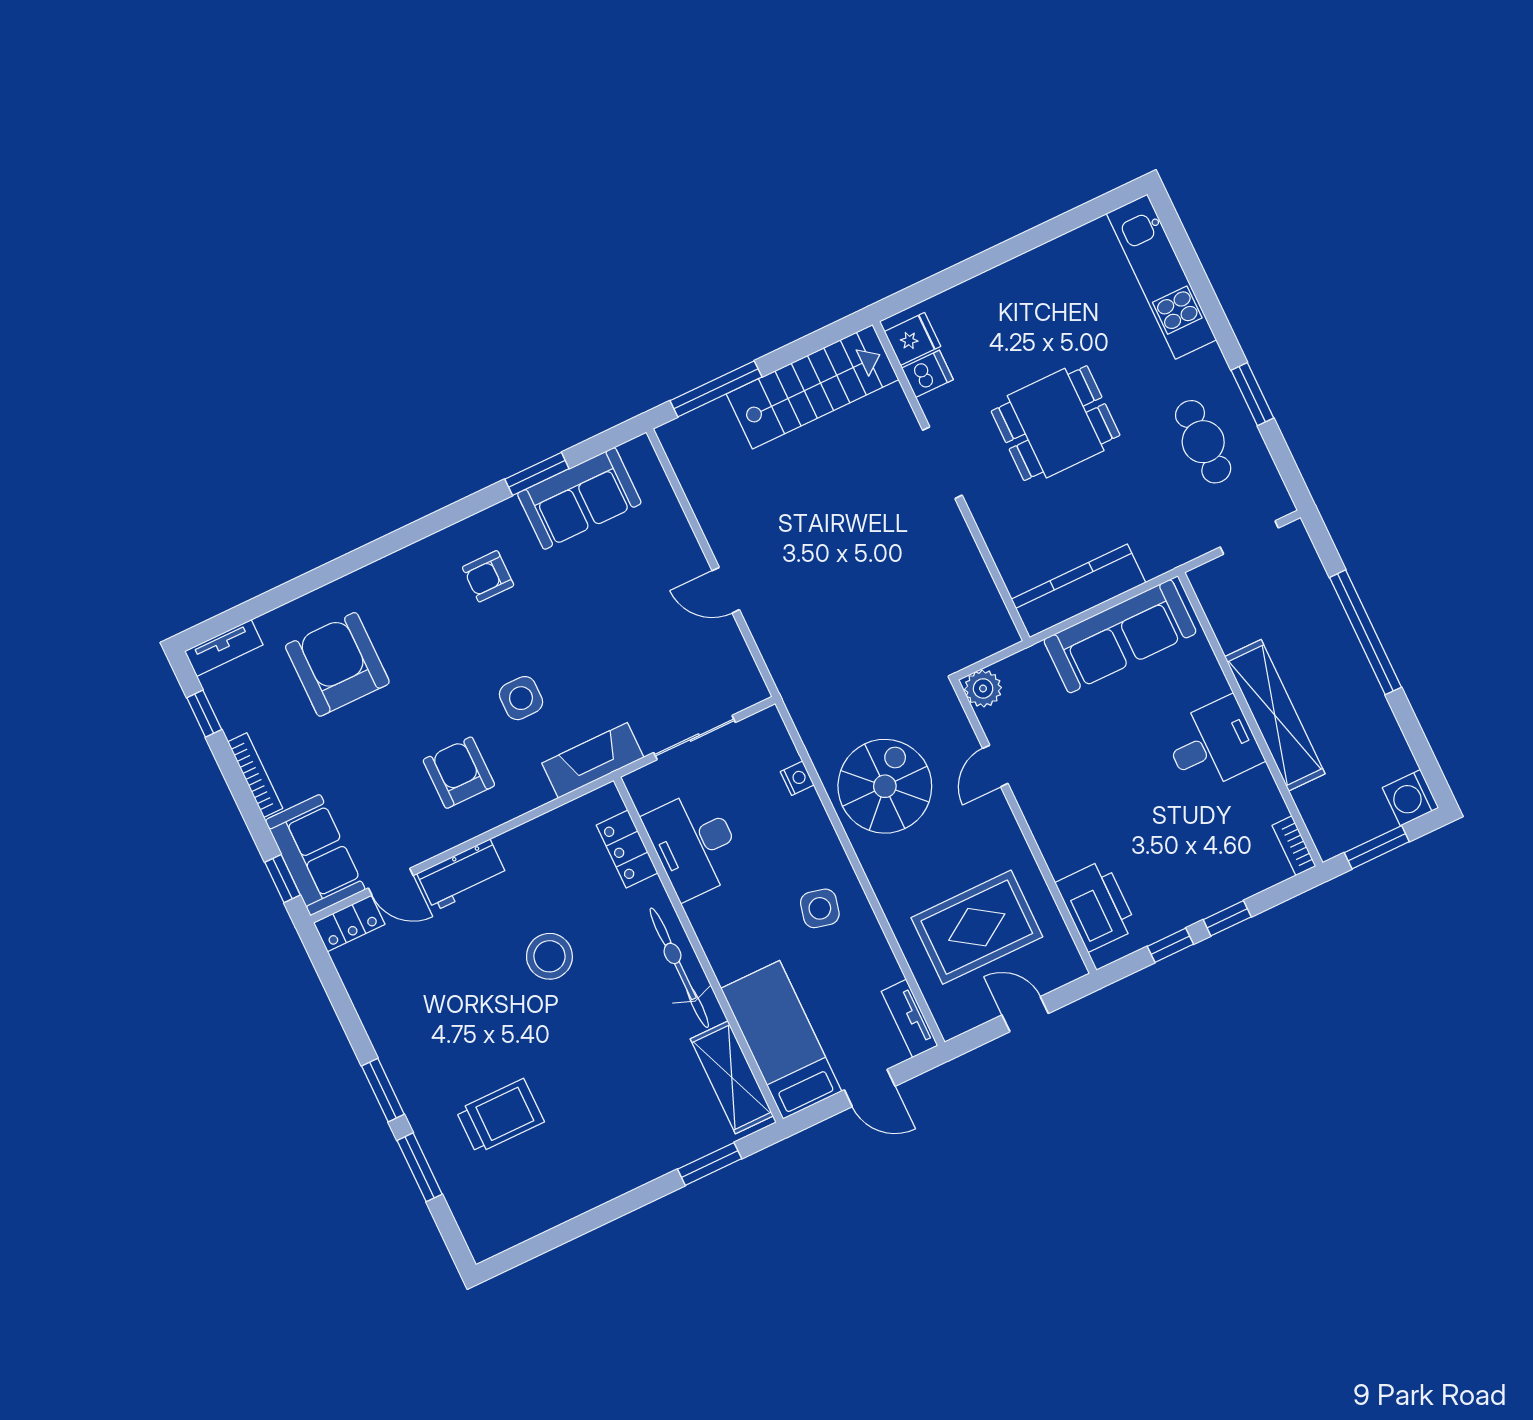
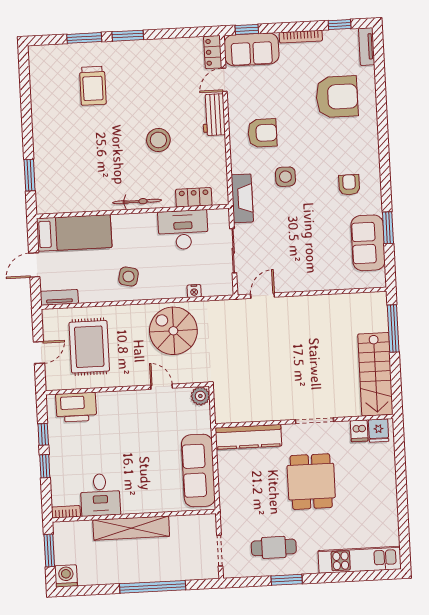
door: (726, 590) -> (263, 296), moved
kitchen counter: (1078, 591) -> (248, 437), moved, turned 90
desk: (1213, 744) -> (100, 495), moved
spiral stairs: (885, 786) -> (173, 331), turned 180
bicycle: (679, 968) -> (137, 201), width x0.73, depth x0.71
shelving: (732, 1077) -> (66, 202), removed

